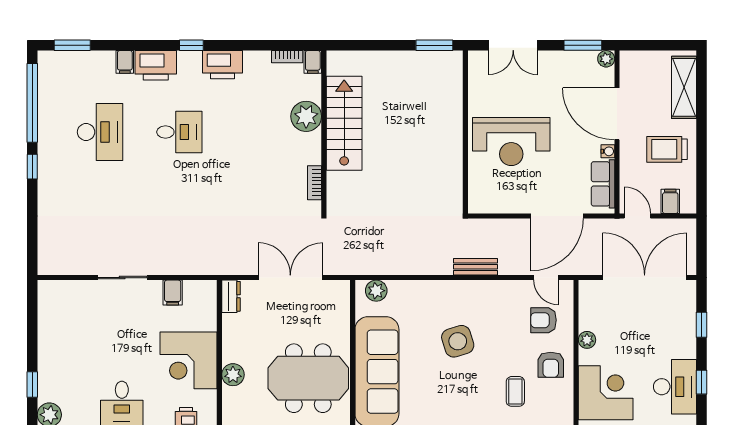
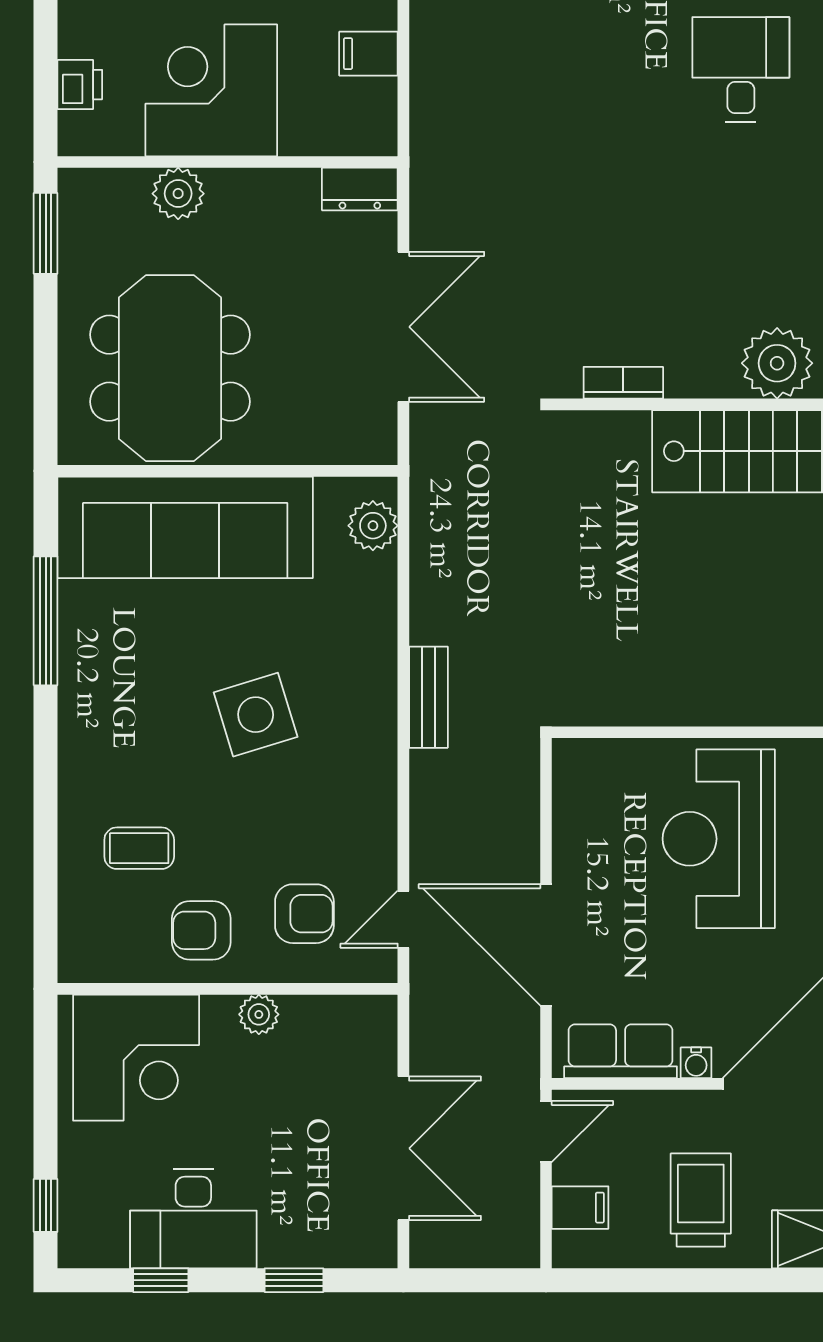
desk: (179, 132) -> (741, 69), turned 180
bench: (476, 267) -> (428, 697), moved
double door: (645, 278) -> (403, 1148), width x0.73
armchair: (544, 320) -> (304, 914), turned 90
desk: (675, 387) -> (193, 1219), moved

